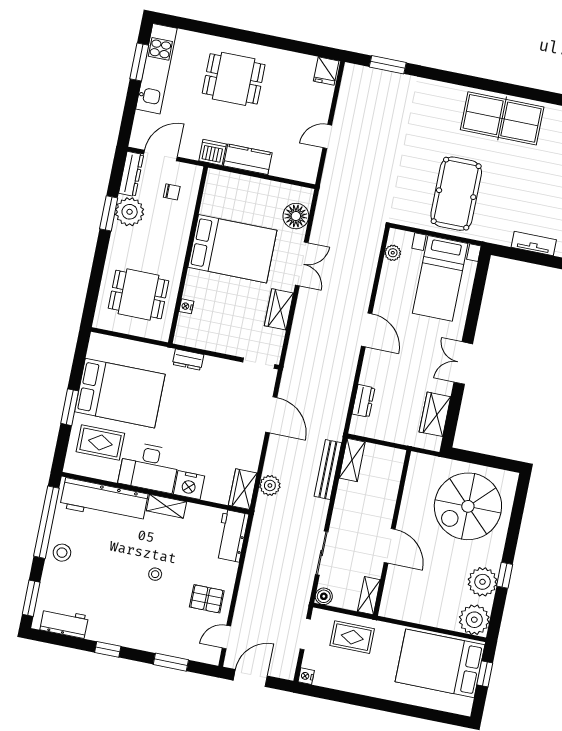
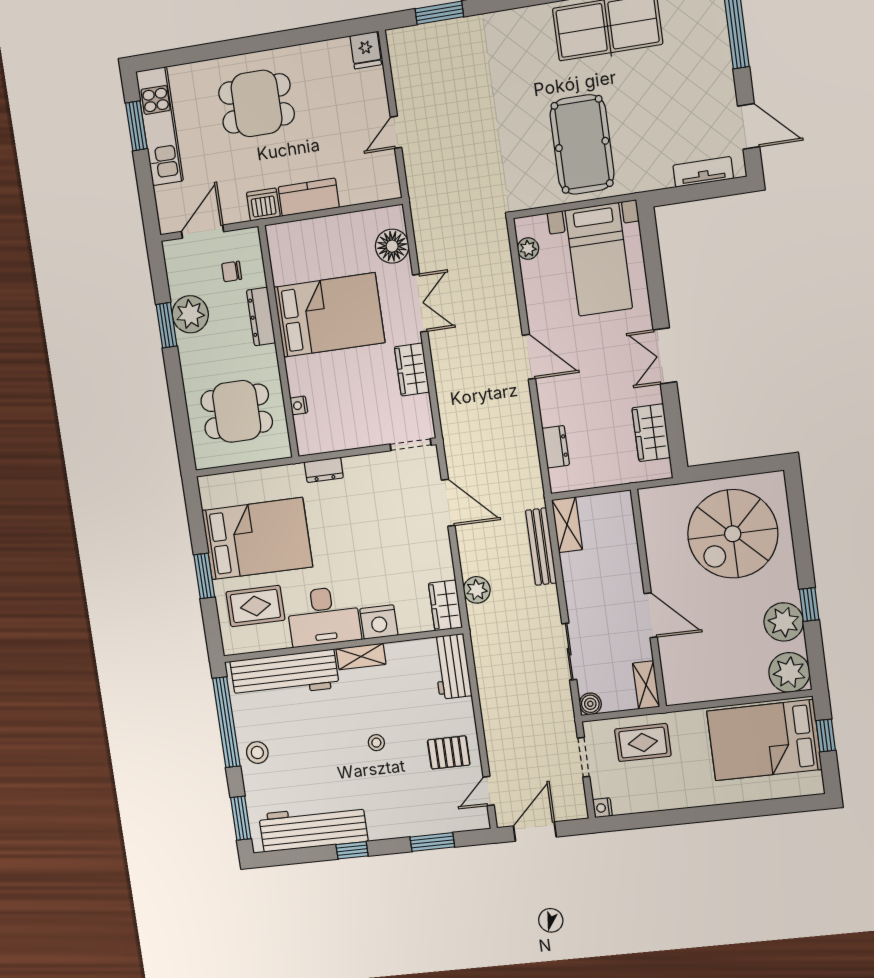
dresser: (131, 174) -> (261, 317), moved, turned 180
chair: (172, 192) -> (232, 271), turned 180
workbench: (64, 623) -> (313, 828), width x1.88, depth x1.32

